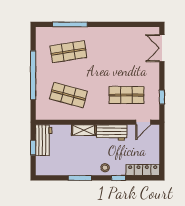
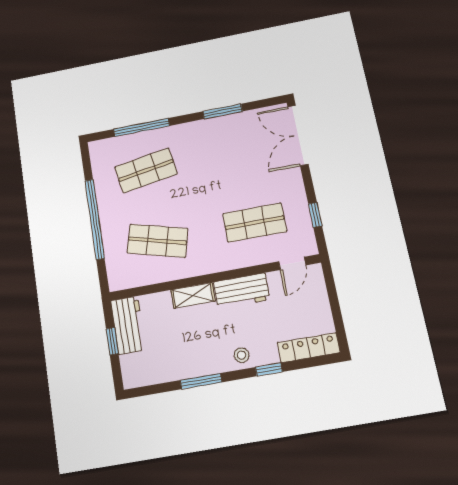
window: (120, 24) -> (222, 111), added
double door: (162, 48) -> (298, 135), width x1.37

